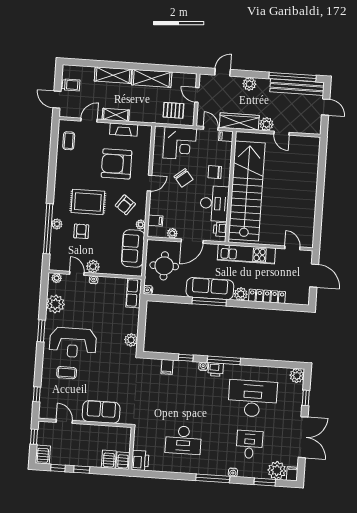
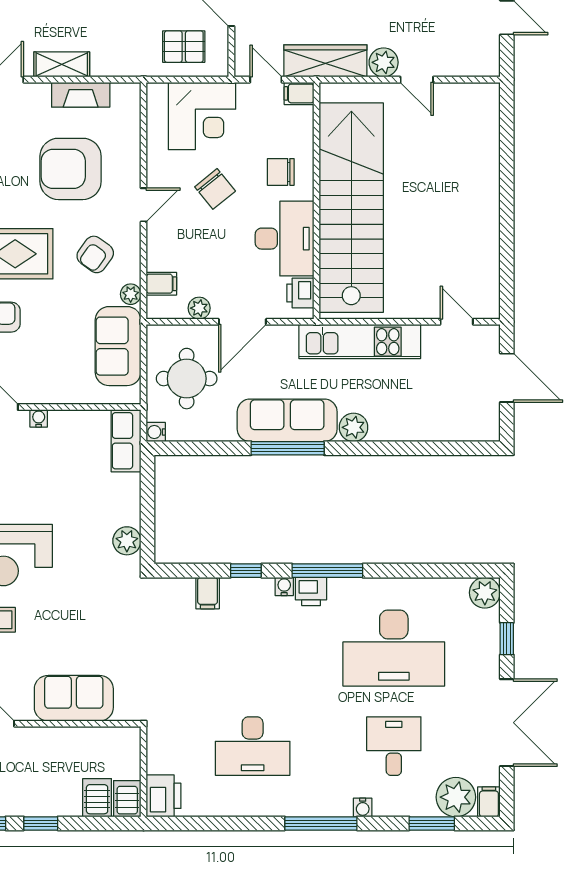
plant: (93, 266) -> (35, 390), removed
locker: (267, 296) -> (410, 428), removed
desk: (253, 399) -> (394, 648), turned 180

